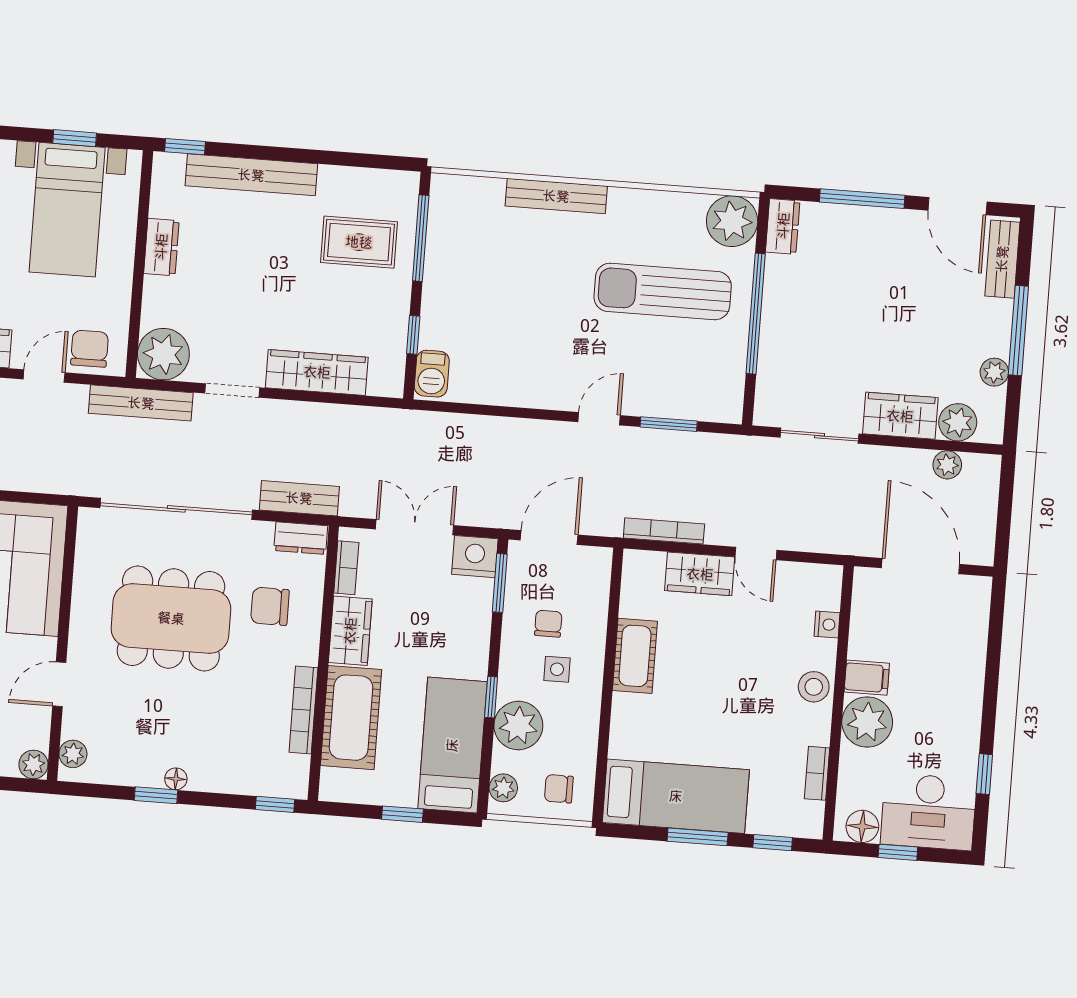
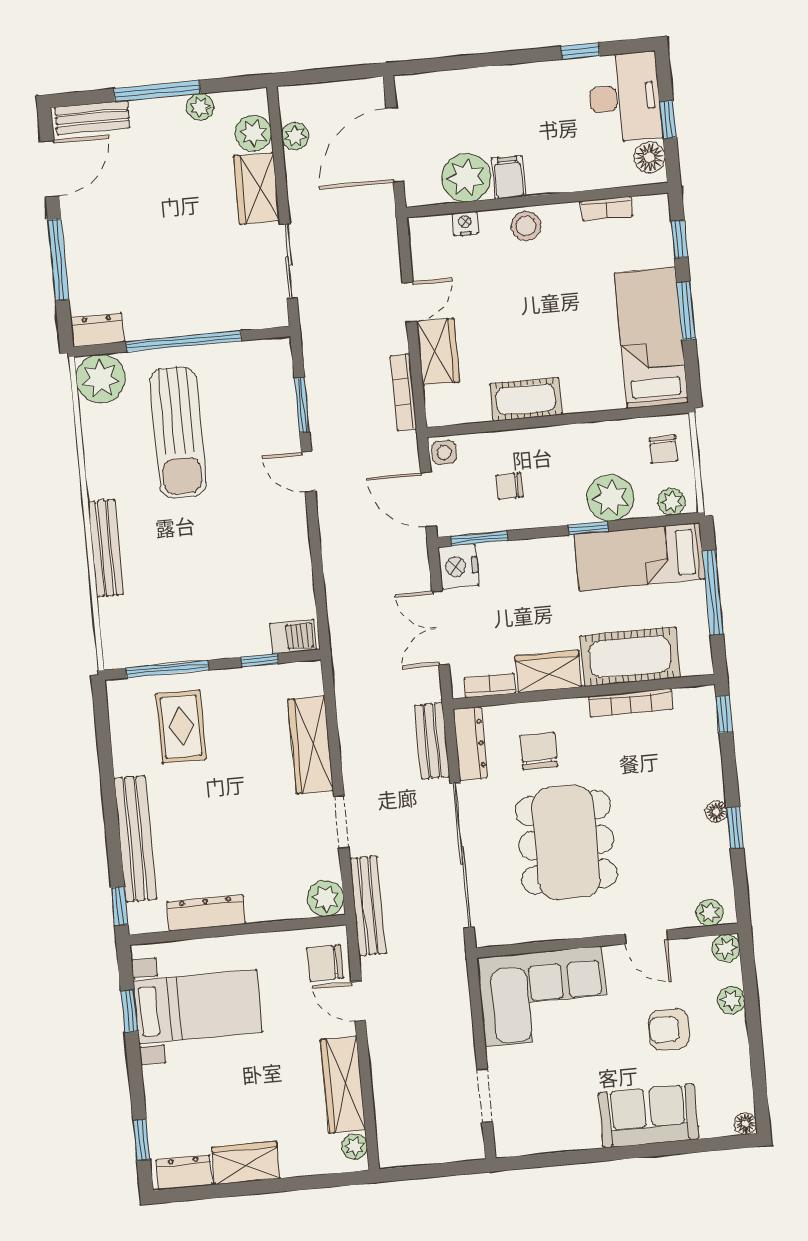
dresser: (161, 247) -> (206, 913), width x1.44
plant: (163, 354) -> (326, 898), width x0.73, depth x0.73
dresser: (301, 538) -> (470, 744), width x1.44
chair: (270, 606) -> (539, 751), turned 180
side table: (557, 669) -> (444, 452), moved
plant: (867, 722) -> (466, 178), moved
window: (402, 814) -> (713, 592), width x2.17

